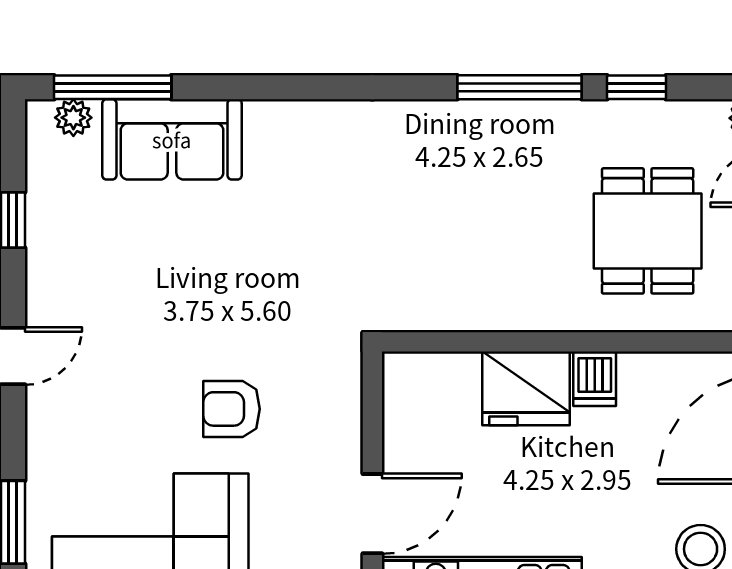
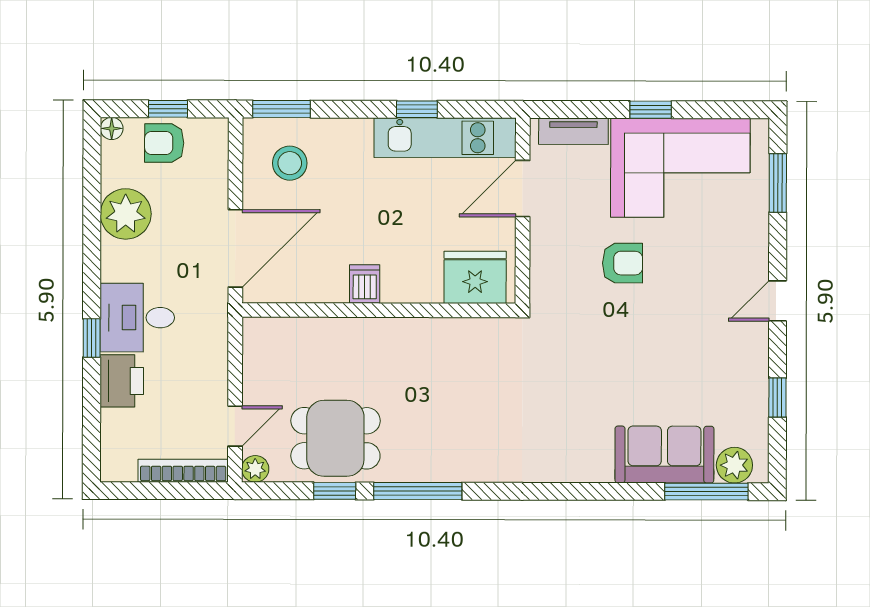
plant: (73, 118) -> (734, 465), width x1.38, depth x1.38
dining table: (648, 231) -> (335, 438), moved, turned 90
fridge: (526, 388) -> (475, 277), moved

